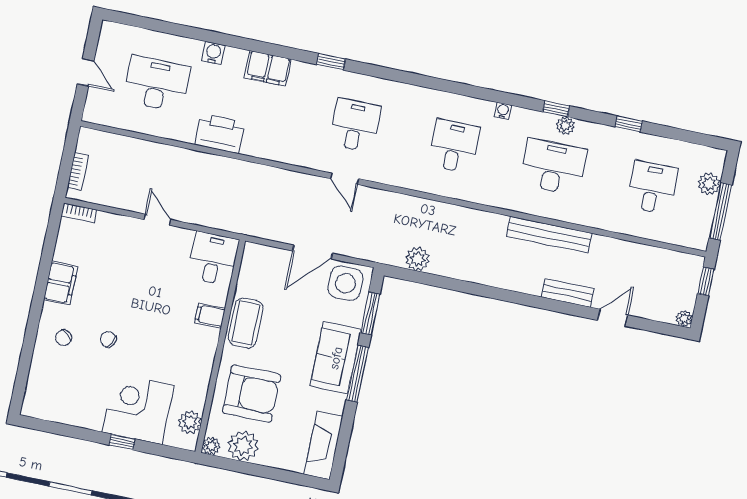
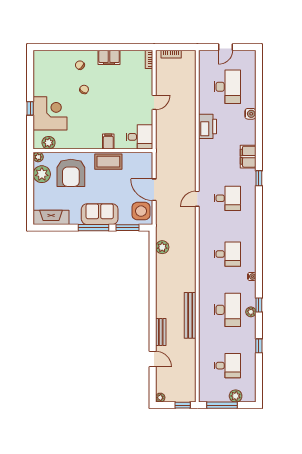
filing cabinet: (268, 68) -> (248, 157), moved

